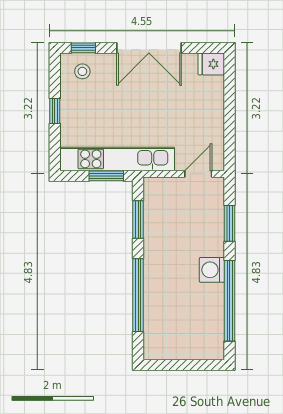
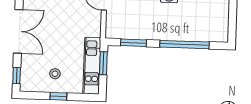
stool: (82, 71) -> (55, 74), moved
kitchen unit: (117, 159) -> (92, 66), width x0.73

